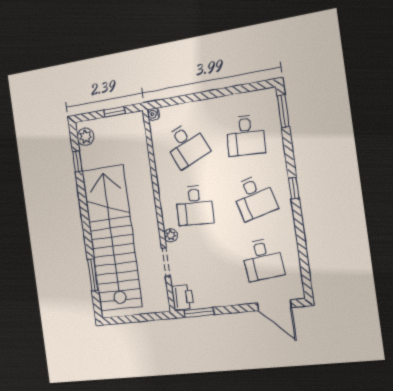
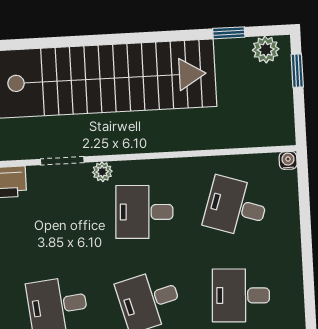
window: (114, 112) -> (297, 71), moved
desk: (186, 145) -> (236, 207), turned 42
window: (93, 275) -> (49, 43), removed

